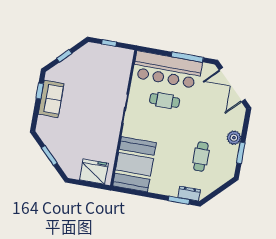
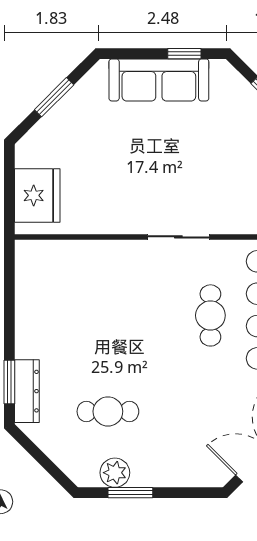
sofa: (51, 99) -> (159, 80), width x1.36
plant: (234, 138) -> (115, 473), moved
booth: (134, 164) -> (67, 277), removed
dresser: (189, 194) -> (27, 391), width x1.44

